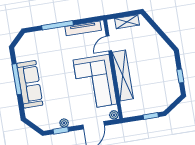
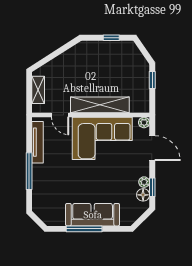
floor lamp: (53, 124) -> (143, 195), added

